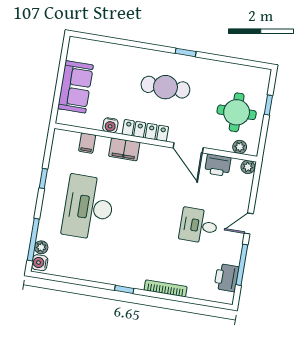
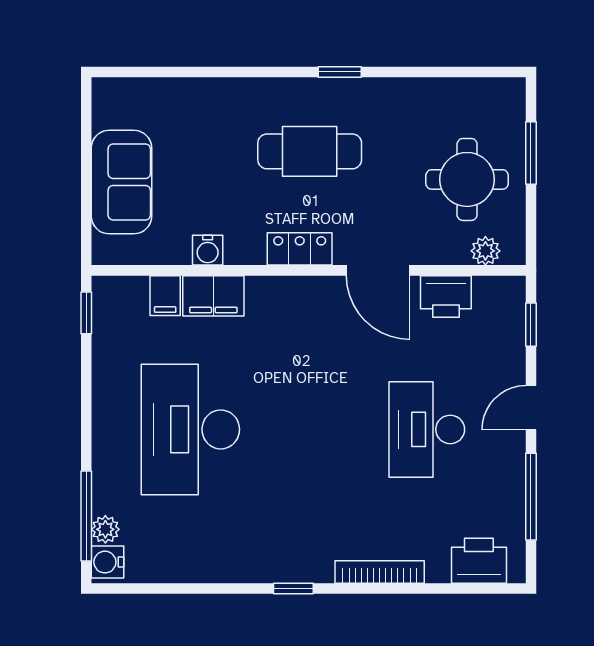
window: (268, 105) -> (531, 153), width x1.50
locker: (145, 130) -> (300, 249), width x0.66
filing cabinet: (124, 149) -> (213, 296), moved
plant: (248, 167) -> (510, 290), removed
window: (43, 179) -> (86, 313), moved
window: (255, 185) -> (531, 325), added
desk: (199, 226) -> (427, 429), width x1.37
printer: (227, 278) -> (479, 561), moved, turned 90

